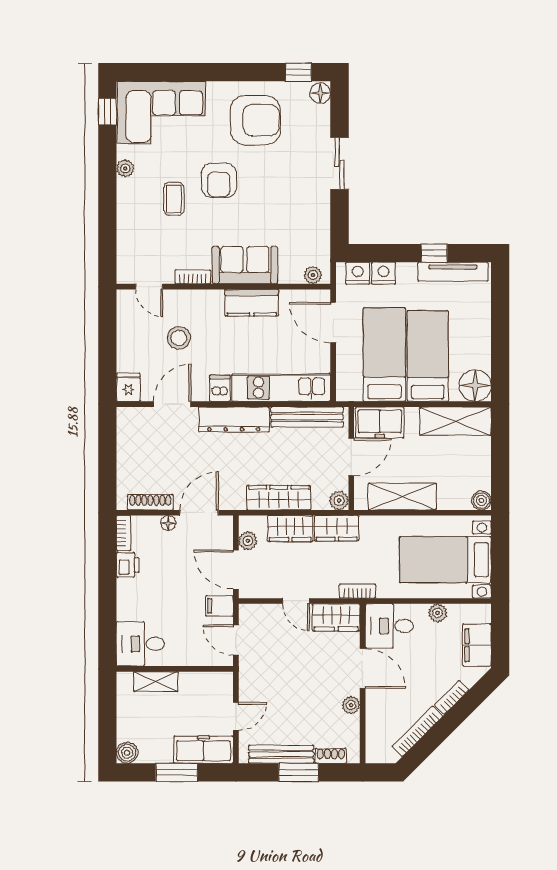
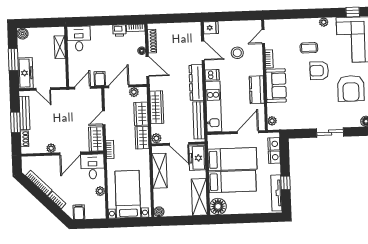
filing cabinet: (477, 645) -> (79, 212), width x0.50

